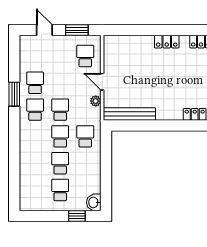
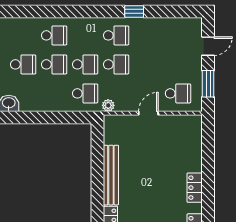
school desk: (35, 83) -> (54, 35), moved
window: (14, 94) -> (134, 11), width x0.67
plant: (96, 101) -> (108, 105), moved
bench: (129, 114) -> (111, 175), moved

